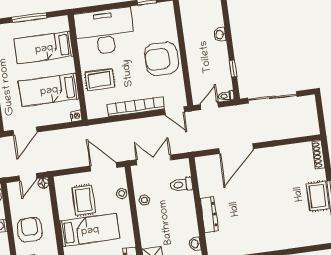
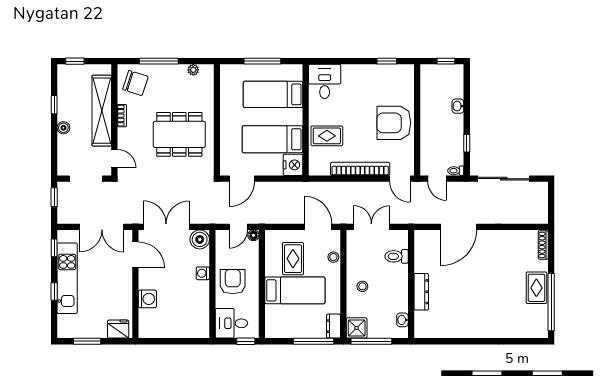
desk: (104, 32) -> (325, 81), width x0.53, depth x0.77
door: (209, 106) -> (437, 179), swing flipped
nightstand: (76, 116) -> (293, 165), width x1.89, depth x1.79
stool: (144, 200) -> (362, 286), moved

